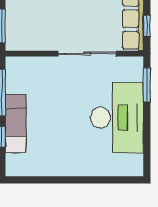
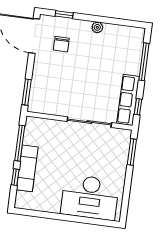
desk: (117, 118) -> (90, 197), moved, turned 90

